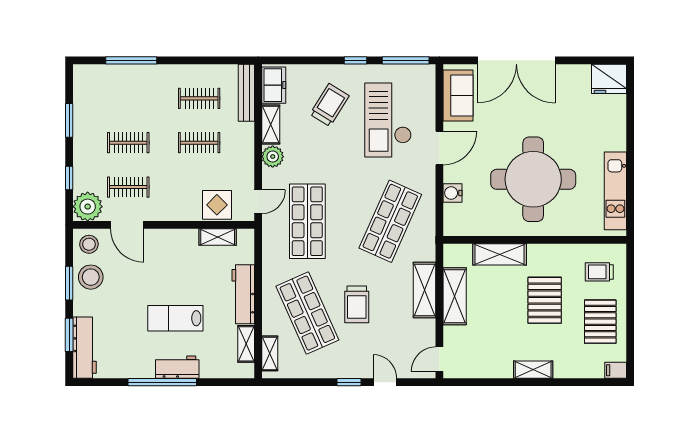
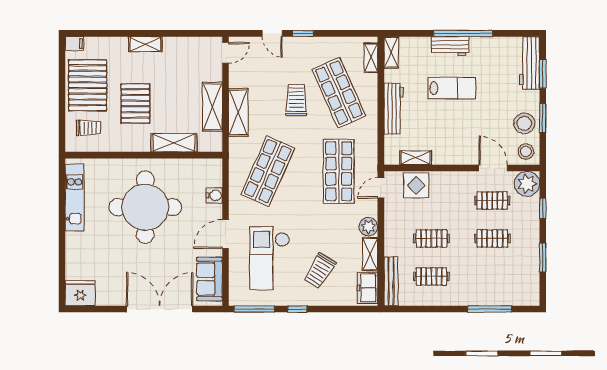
checkout: (388, 120) -> (270, 258), turned 180
pallet: (600, 322) -> (88, 85), width x1.37, depth x1.41
shelving: (246, 344) -> (391, 52), moved

